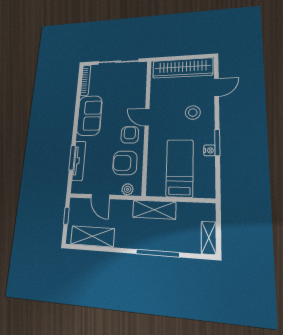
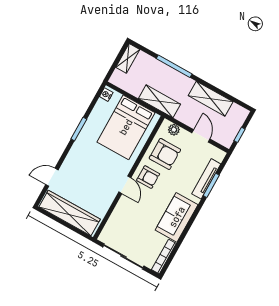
stool: (193, 113) -> (84, 166), removed
armchair: (130, 135) -> (148, 177), turned -90
nightstand: (209, 150) -> (106, 95), moved
bed: (180, 168) -> (126, 127), width x1.50
shelving: (92, 236) -> (211, 99), moved

